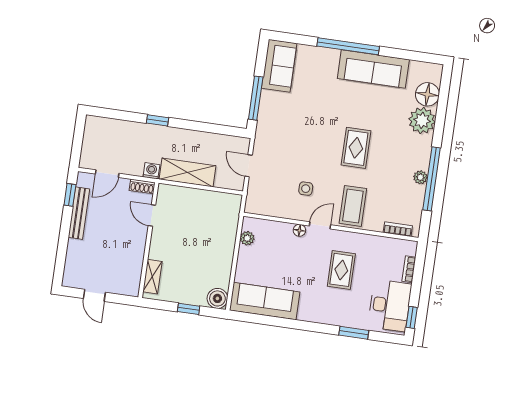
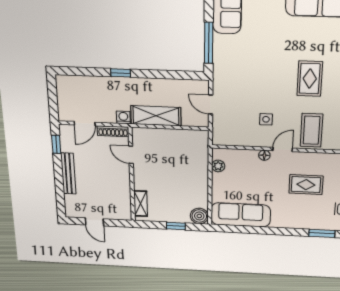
shoe rack: (142, 186) -> (113, 131), width x1.43
bench: (79, 213) -> (68, 174), moved
rug: (341, 270) -> (306, 185), turned 90

